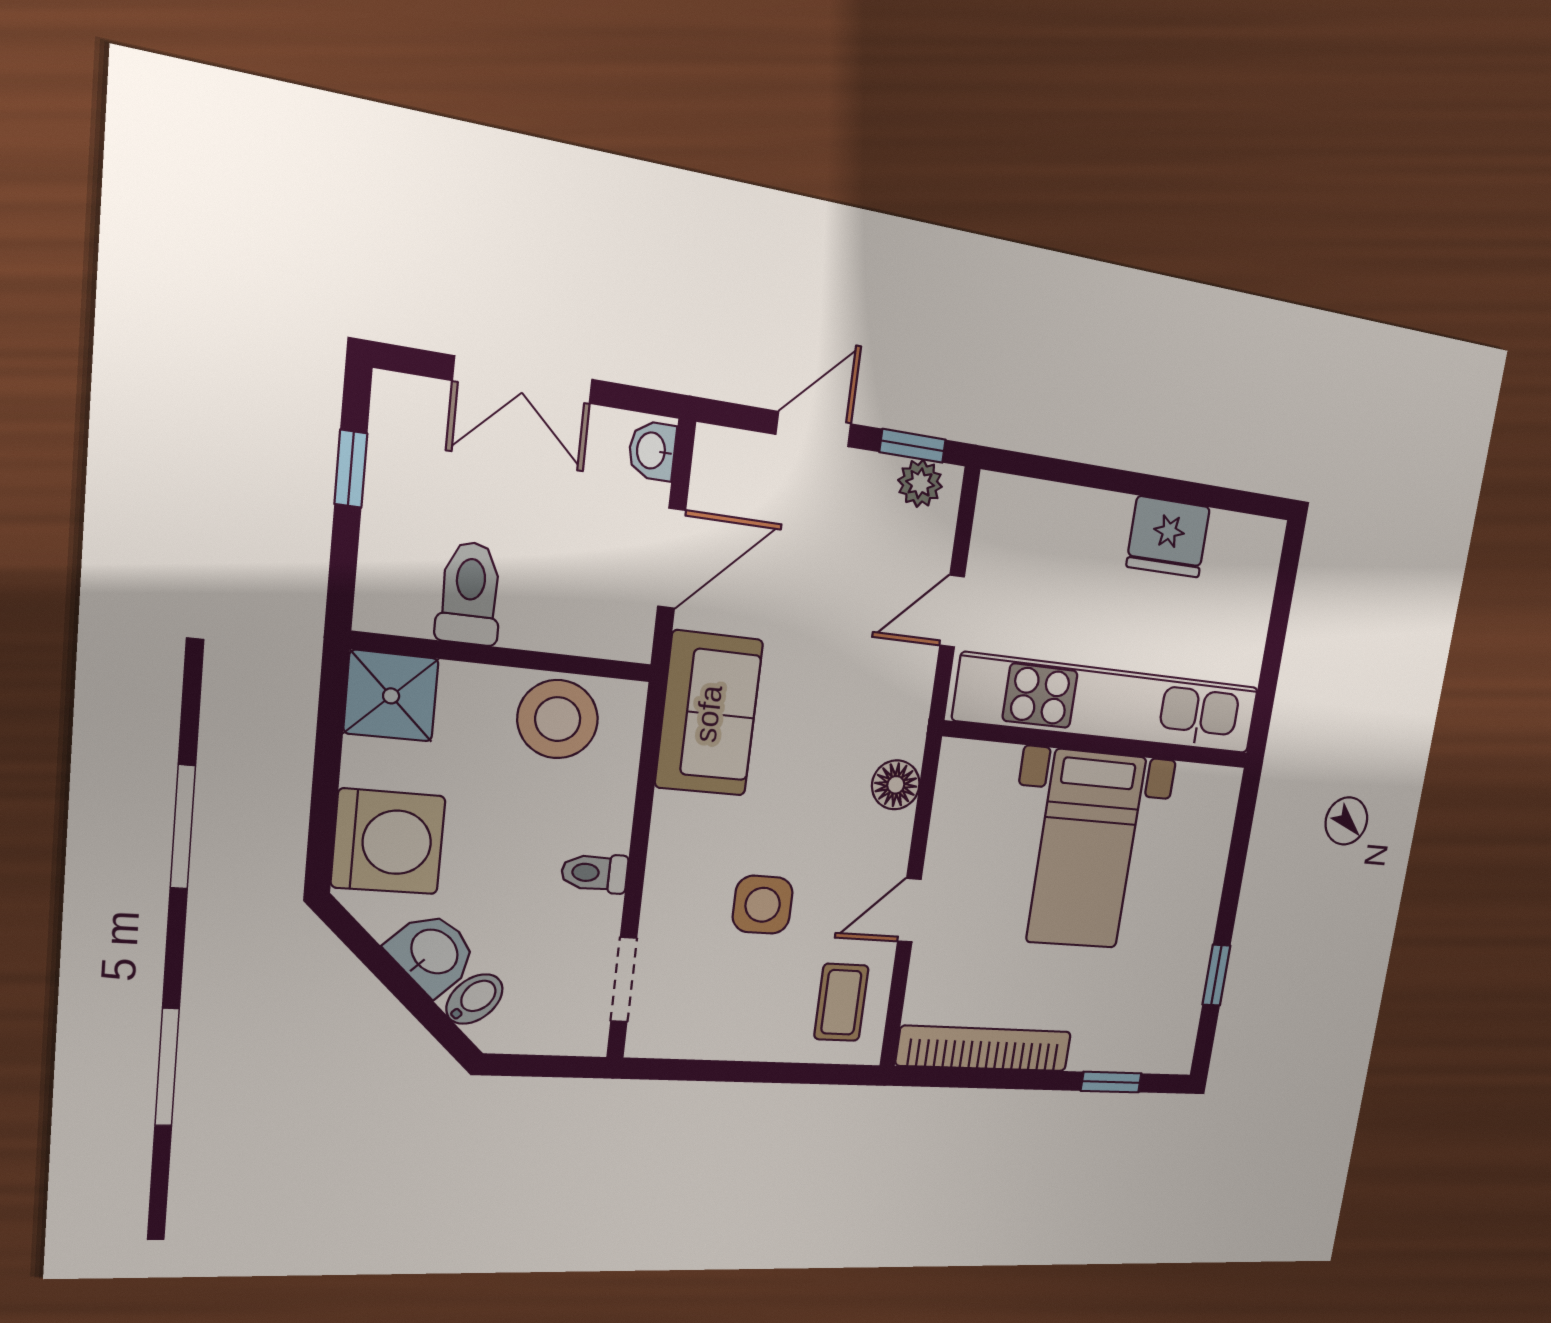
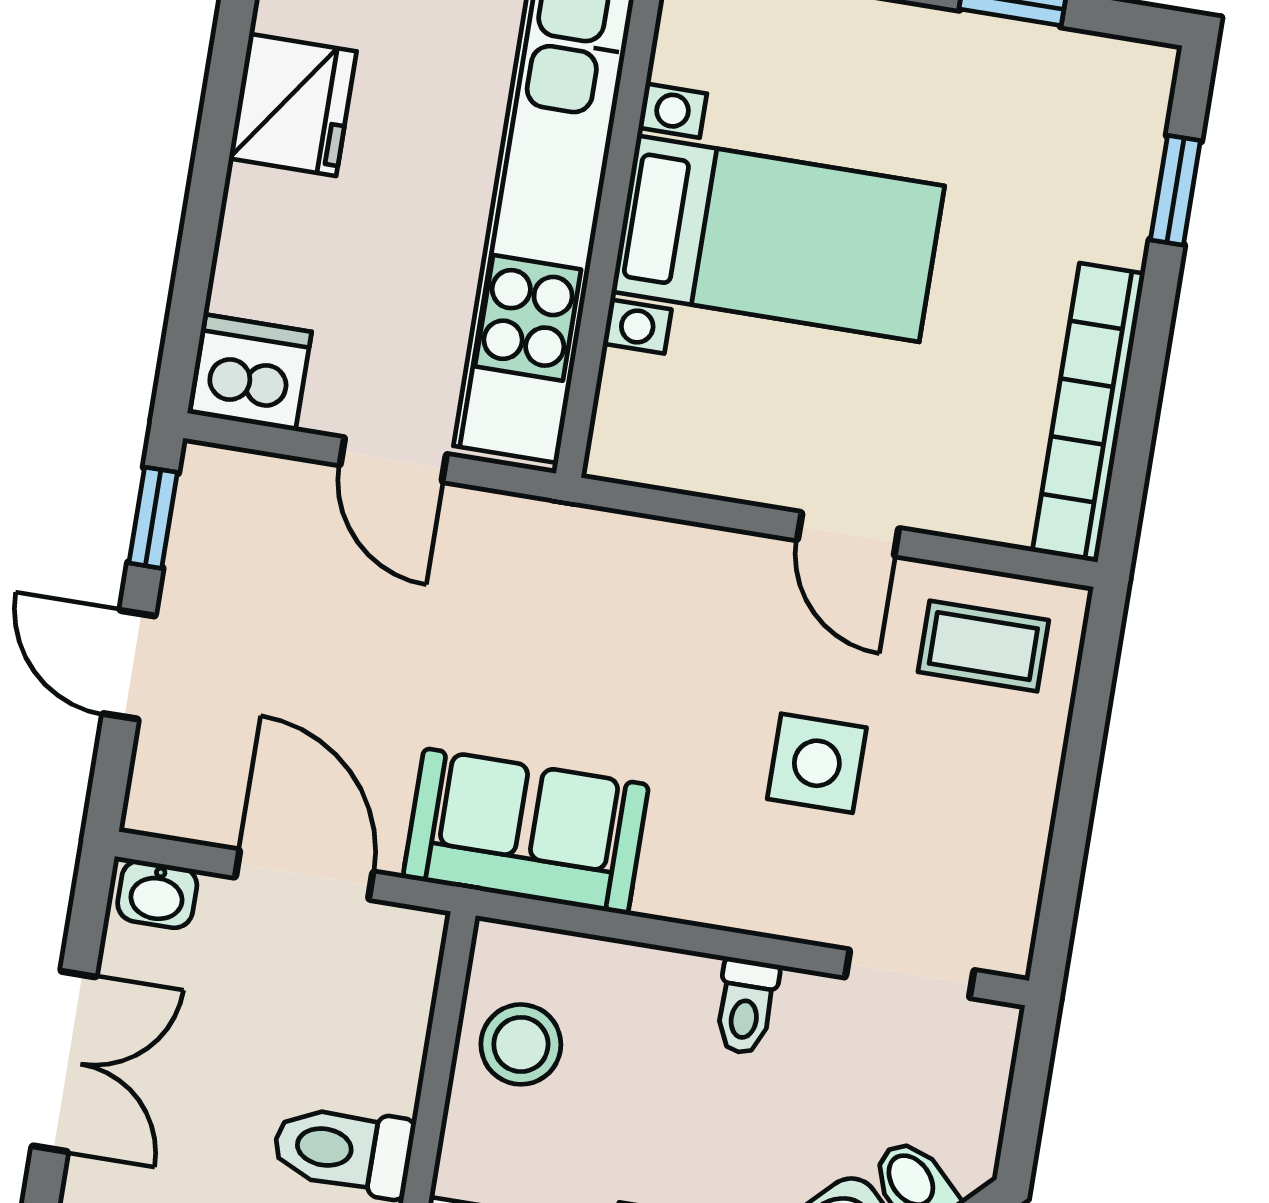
plant: (920, 483) -> (206, 507), removed
dishwasher: (1006, 512) -> (251, 373), added
stool: (558, 719) -> (521, 1044), width x0.73, depth x0.73
floor lamp: (896, 785) -> (650, 552), removed

